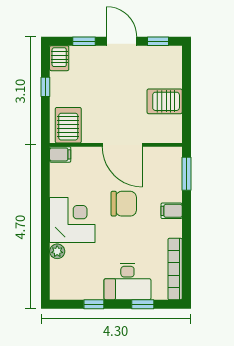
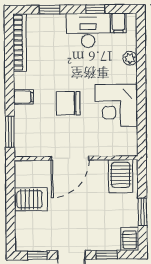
window: (45, 87) -> (142, 212), width x1.50
door: (122, 145) -> (70, 158), swing flipped
filing cabinet: (60, 154) -> (118, 23), moved, turned -90
corner desk: (72, 220) -> (116, 105), moved
desk: (127, 282) -> (88, 30), moved

